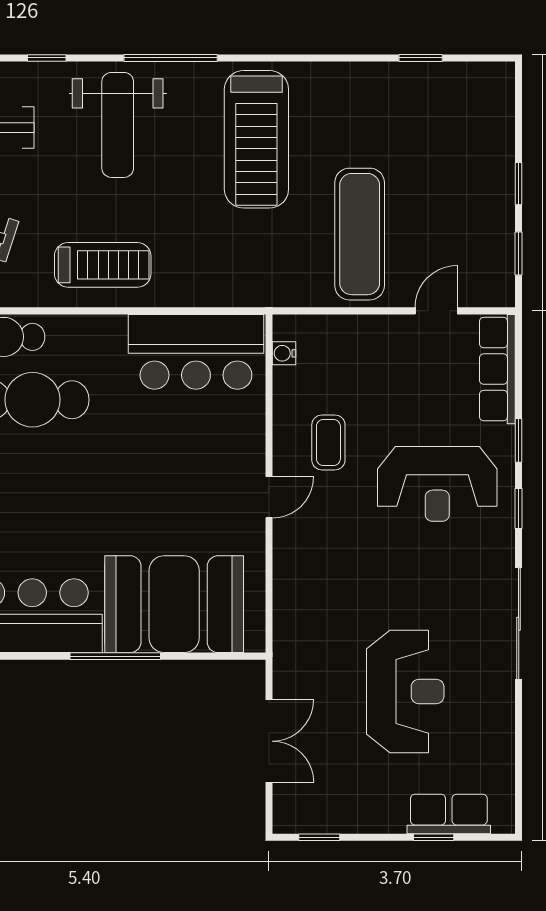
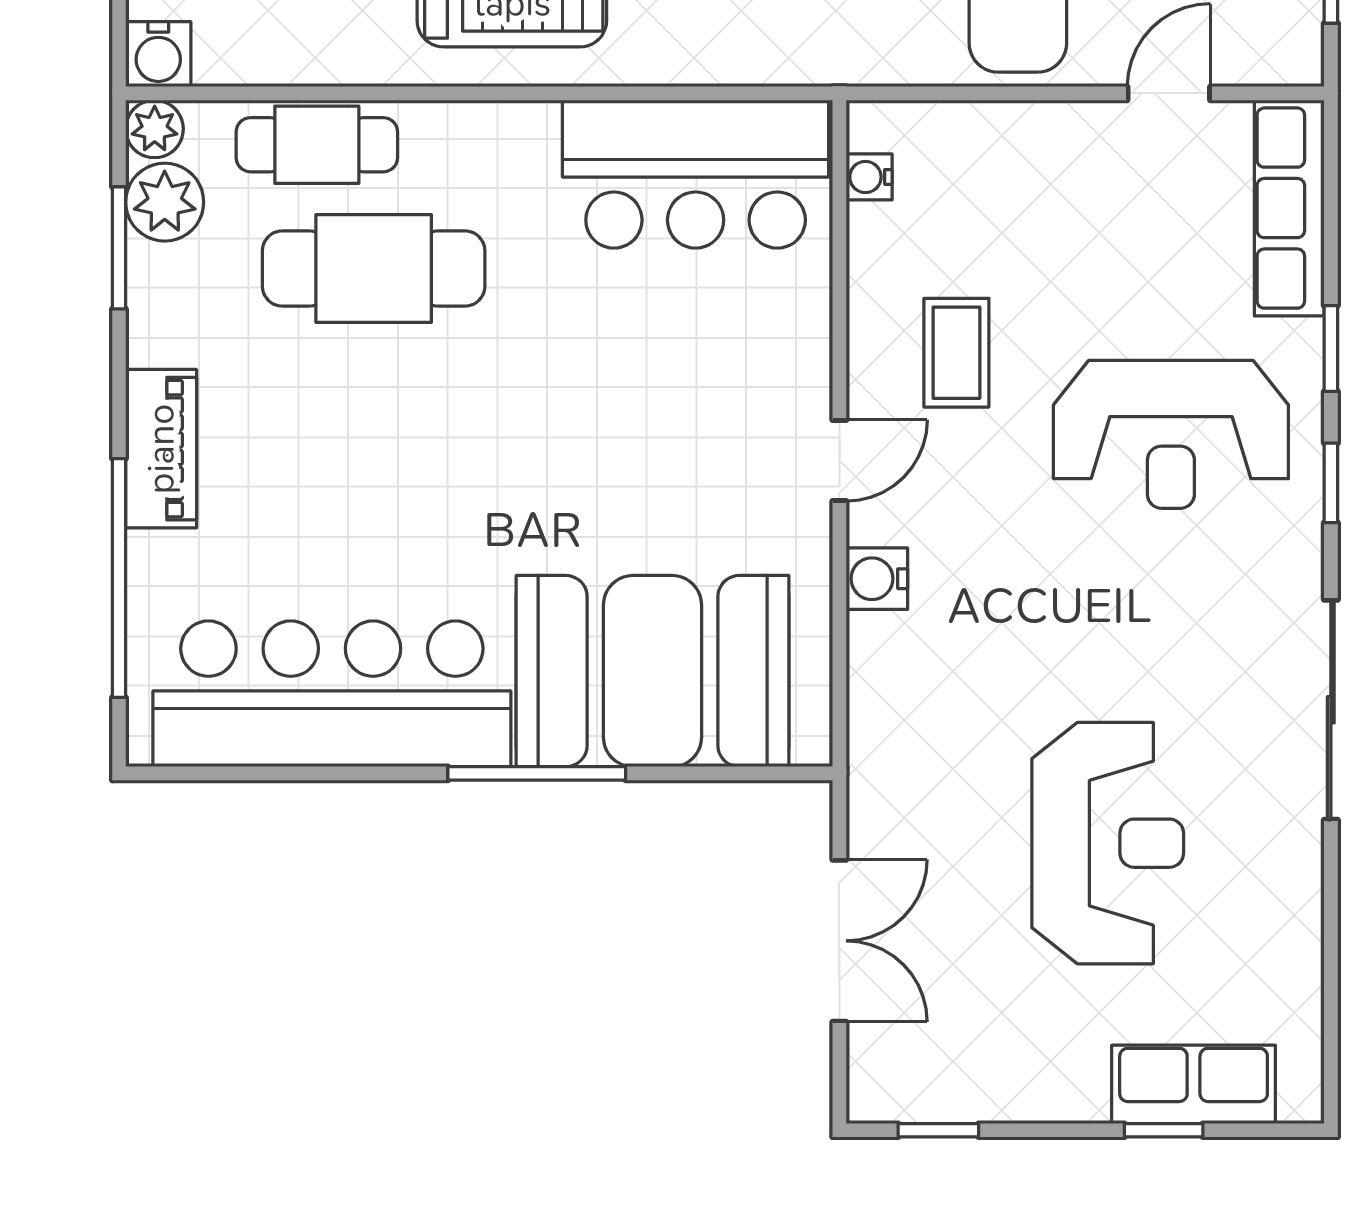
water cooler: (288, 557) -> (877, 579), added

